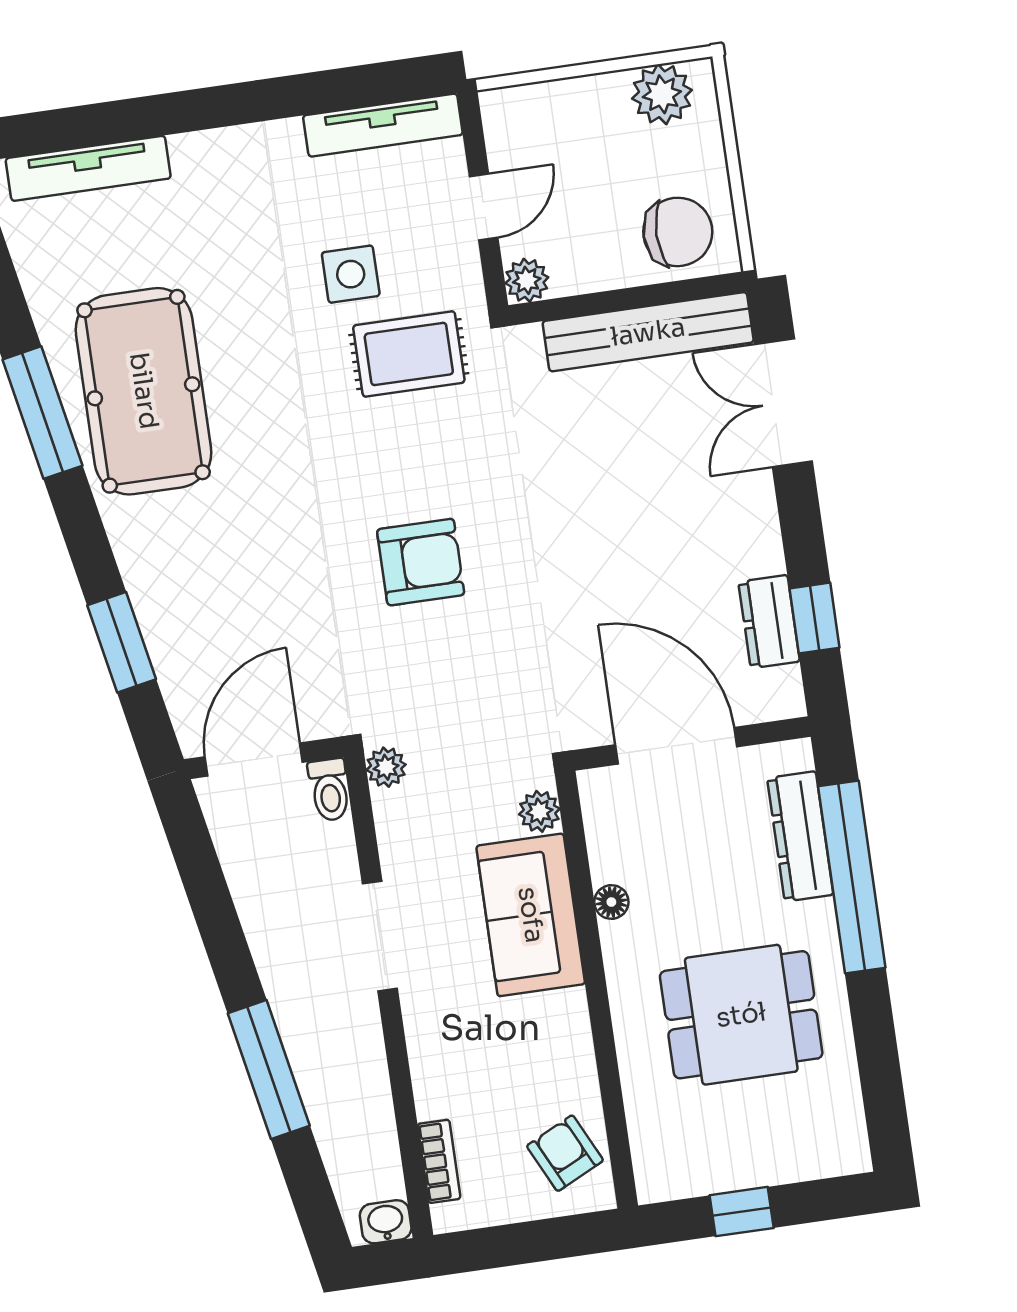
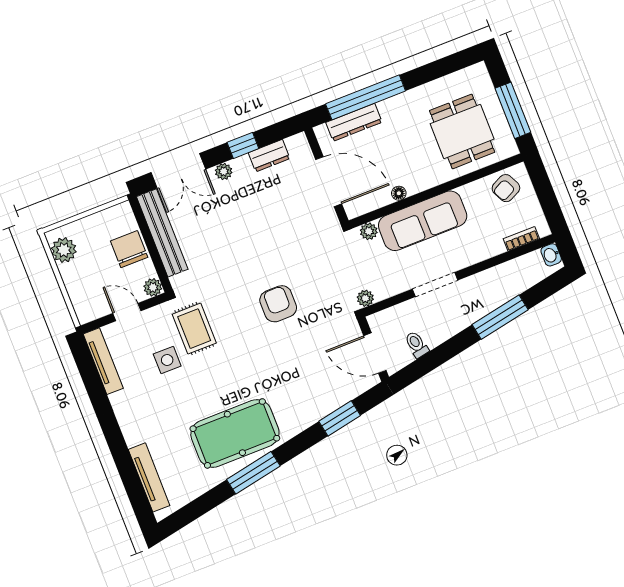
chair: (678, 232) -> (129, 249), moved
plant: (757, 508) -> (224, 171), added
window: (814, 618) -> (243, 145), moved
door: (676, 746) -> (329, 182), swing flipped
toilet: (329, 790) -> (417, 345), moved, turned -101
sofa: (531, 915) -> (423, 221), width x1.36
dining table: (741, 1015) -> (462, 131), moved
window: (742, 1212) -> (513, 110), width x2.17

